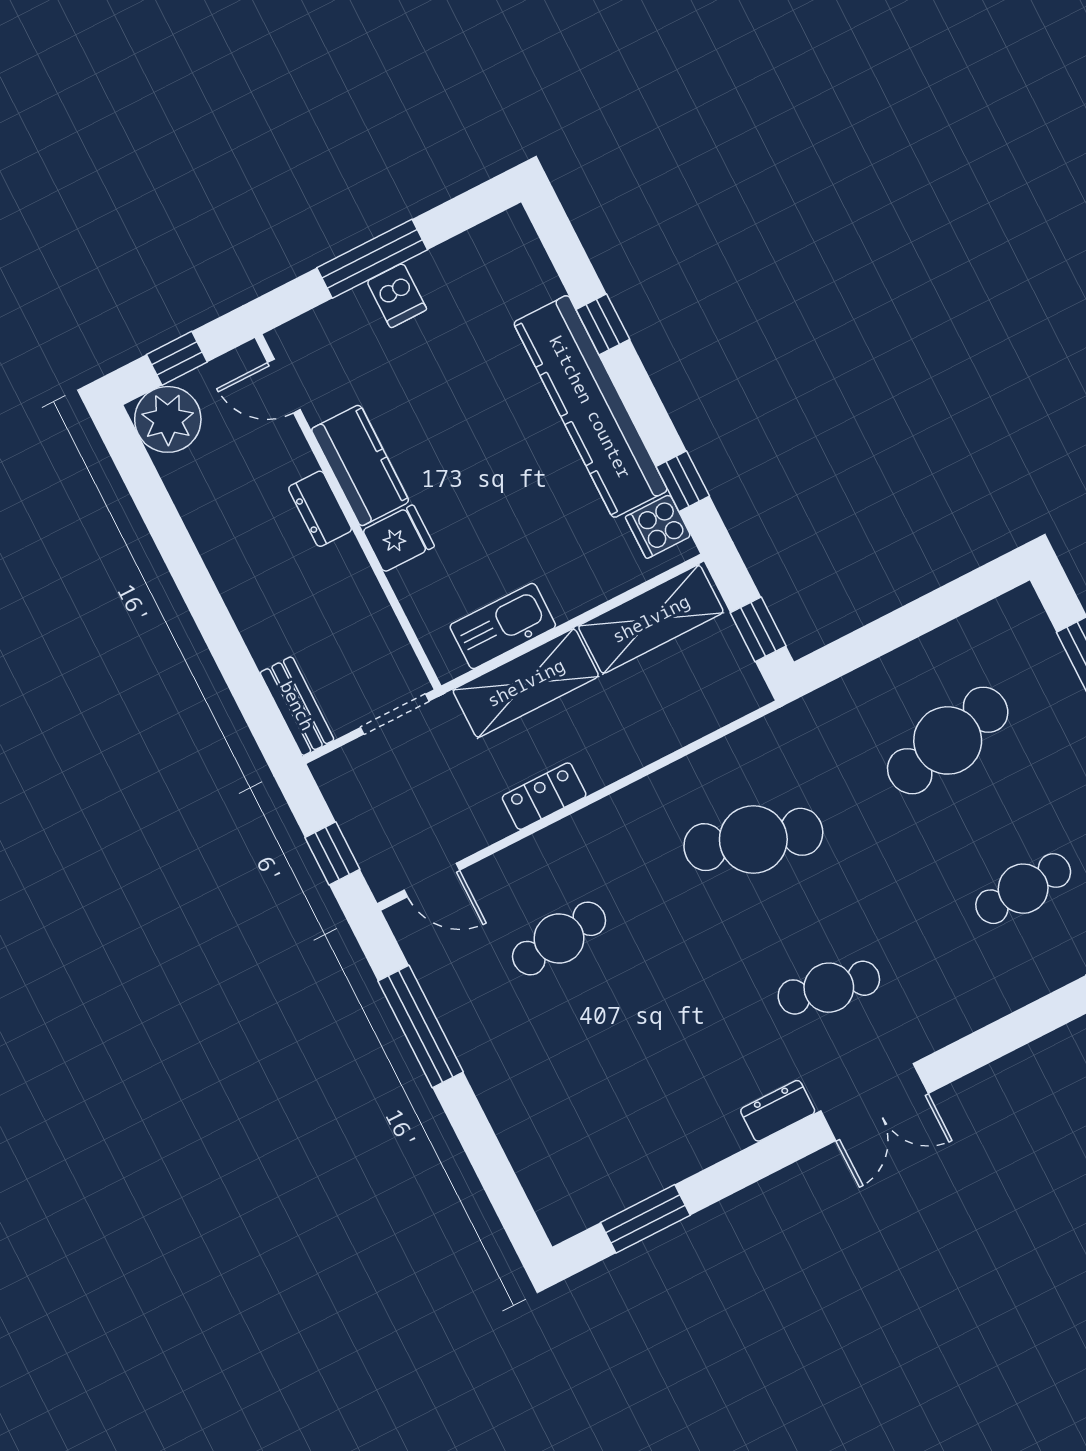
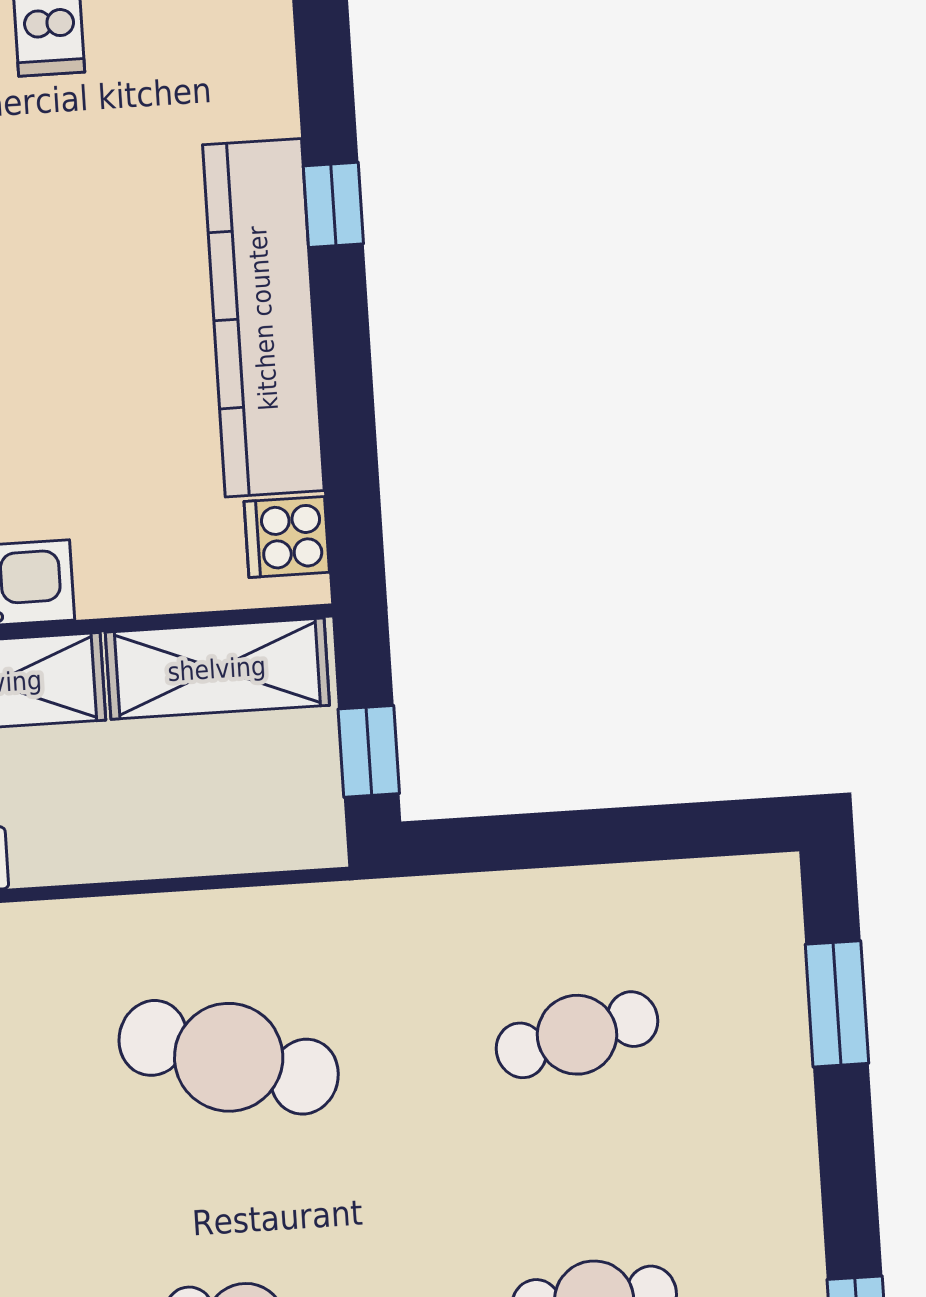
window: (683, 481) -> (352, 486), removed
cafe table: (948, 740) -> (577, 1035), width x0.73, depth x0.74

